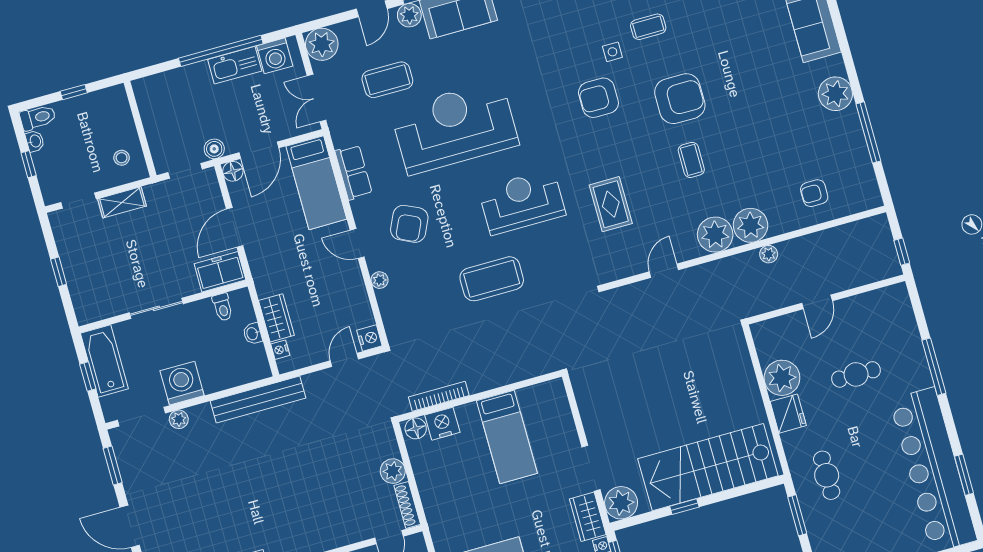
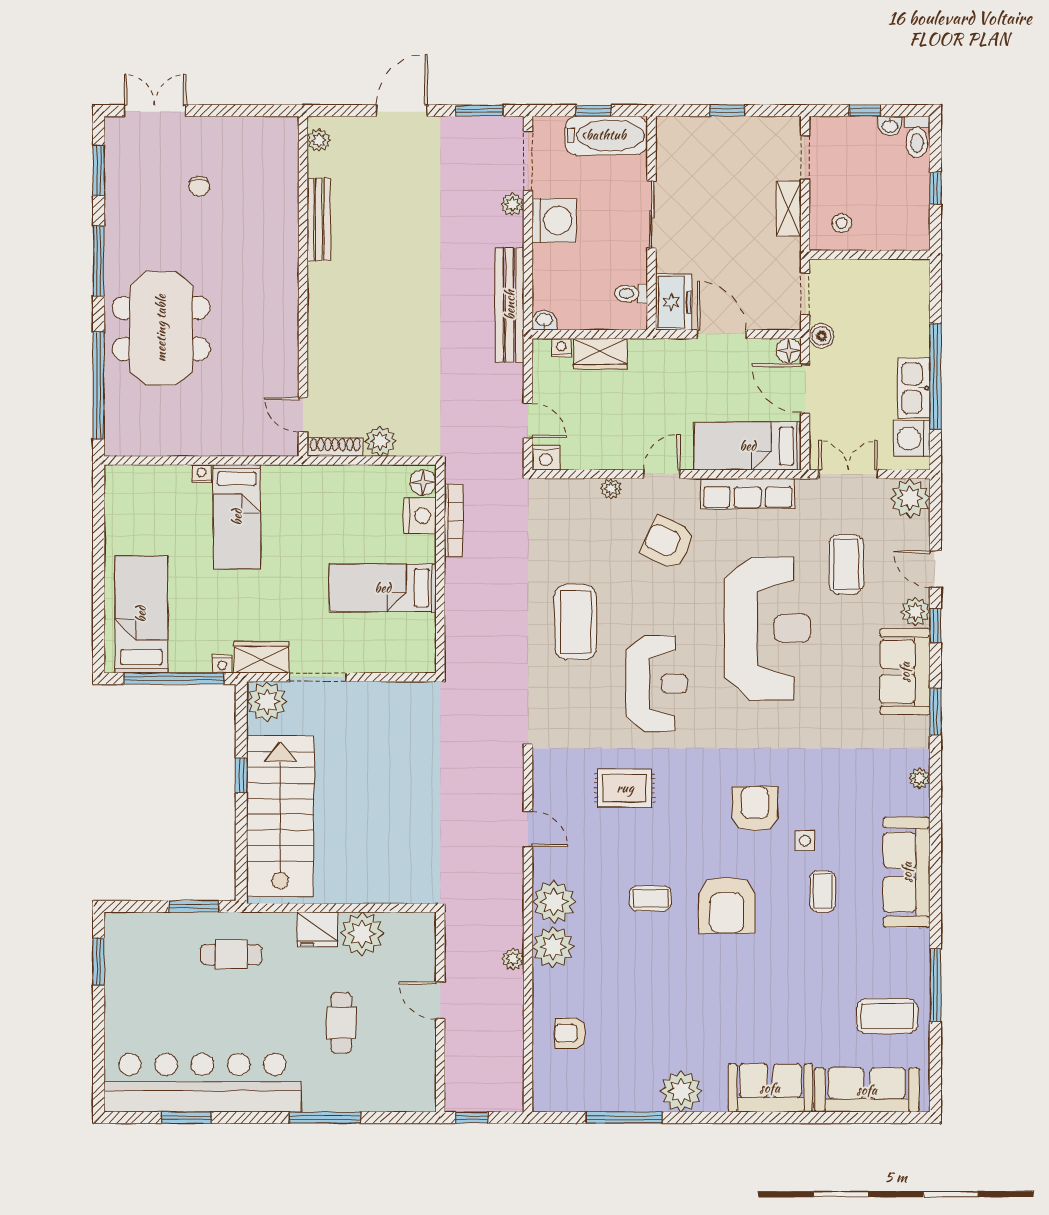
row of seats: (354, 172) -> (748, 494), width x1.48
armchair: (814, 193) -> (570, 1033), turned -90
washbasin: (253, 334) -> (544, 320), moved

